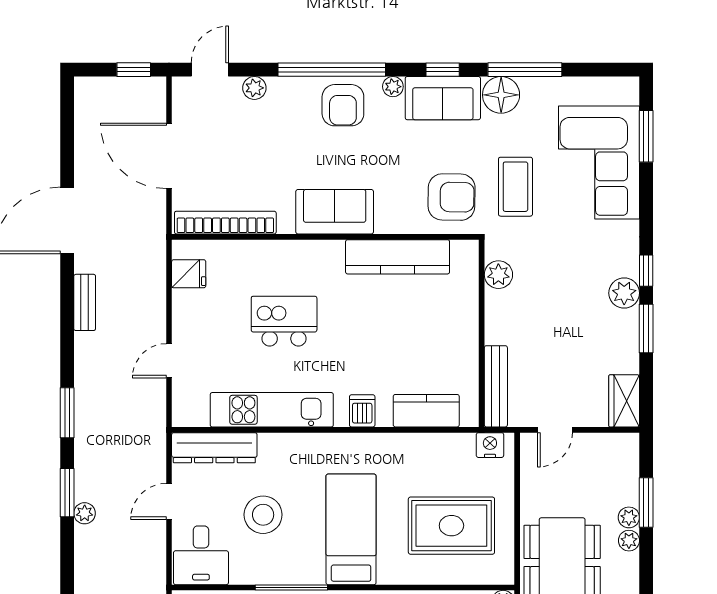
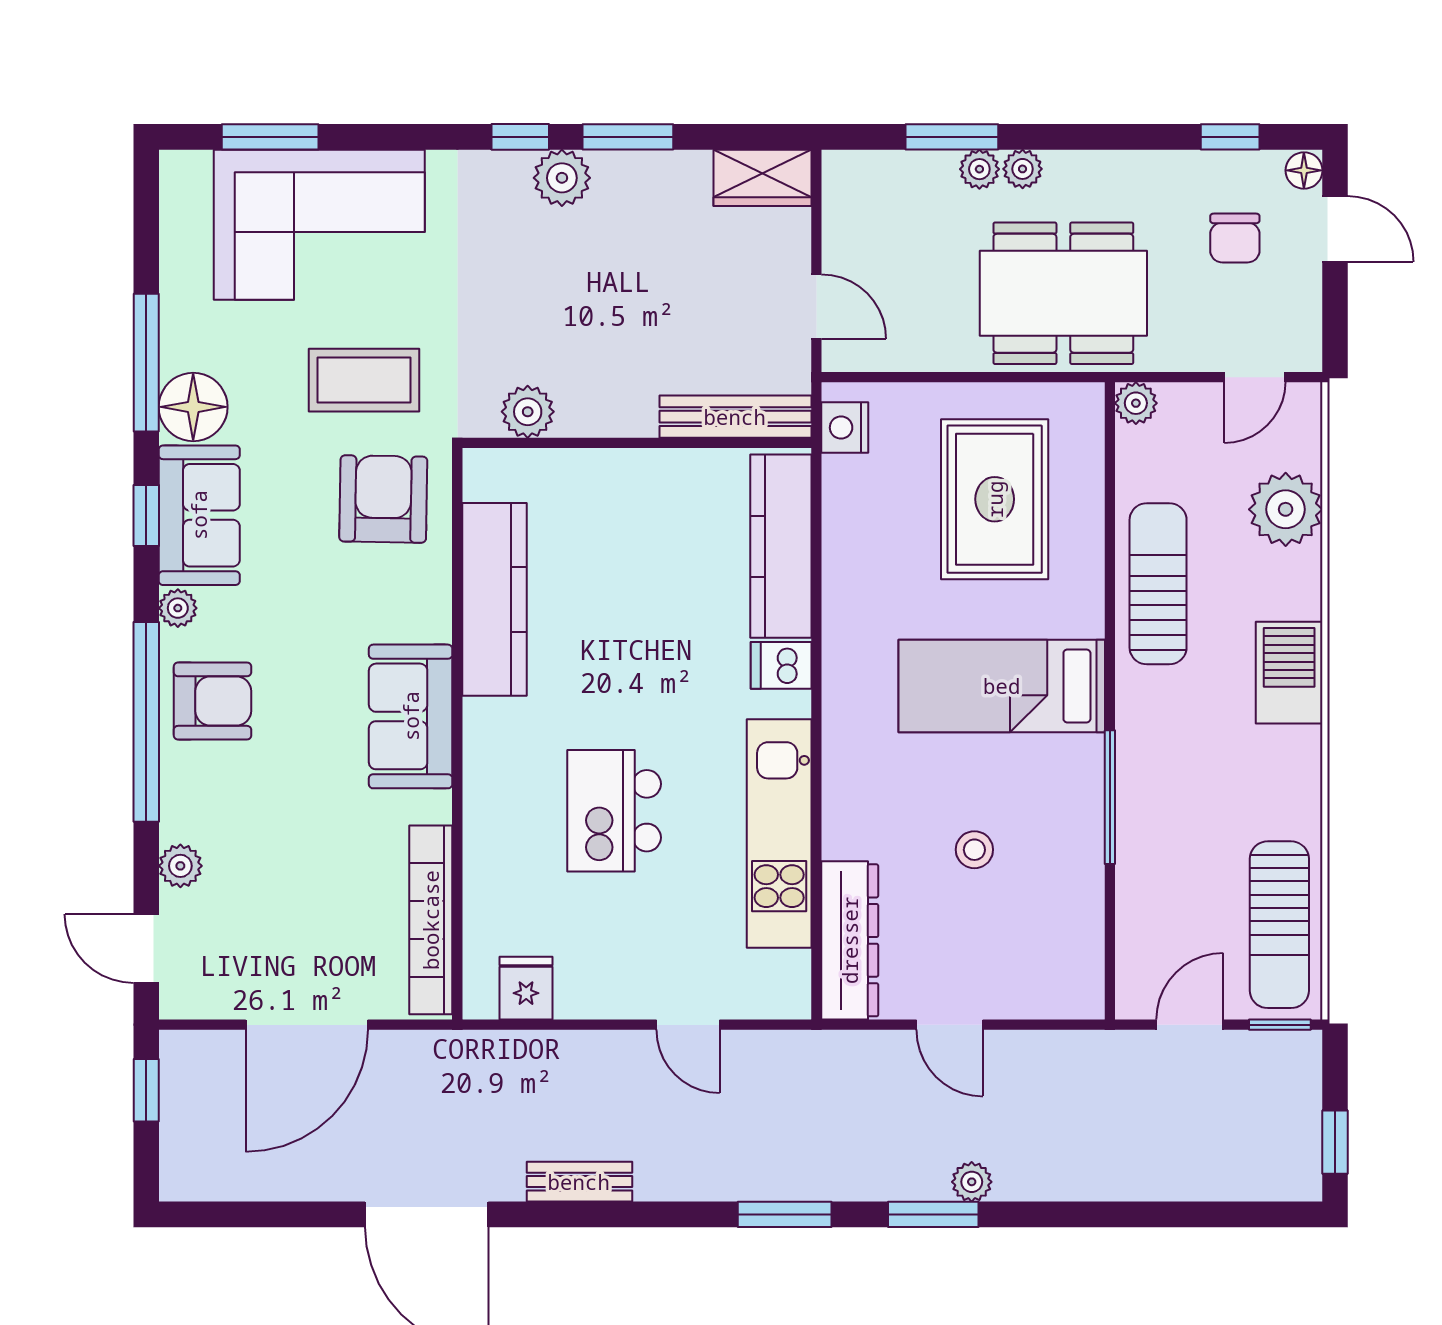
kitchen counter: (426, 411) -> (781, 546), width x1.50
stool: (263, 515) -> (974, 850), width x0.53, depth x0.53
desk: (201, 555) -> (1050, 965), removed

